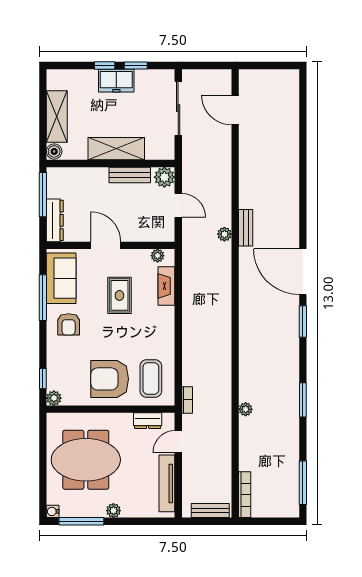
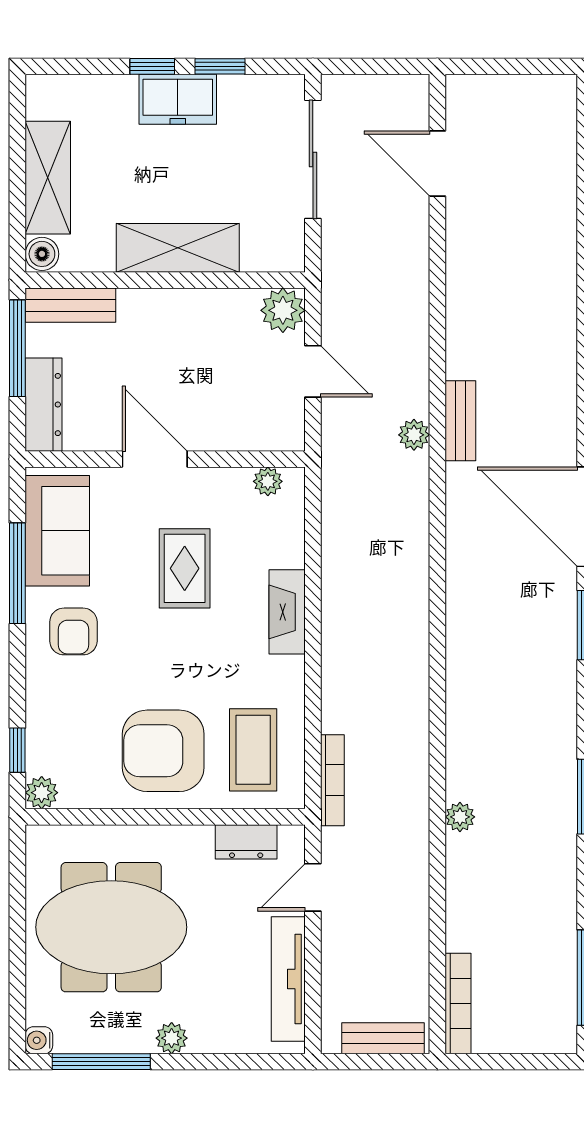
bench: (130, 175) -> (71, 305), moved
fireplace: (166, 286) -> (287, 612), moved
bookcase: (187, 400) -> (332, 780), width x1.56

